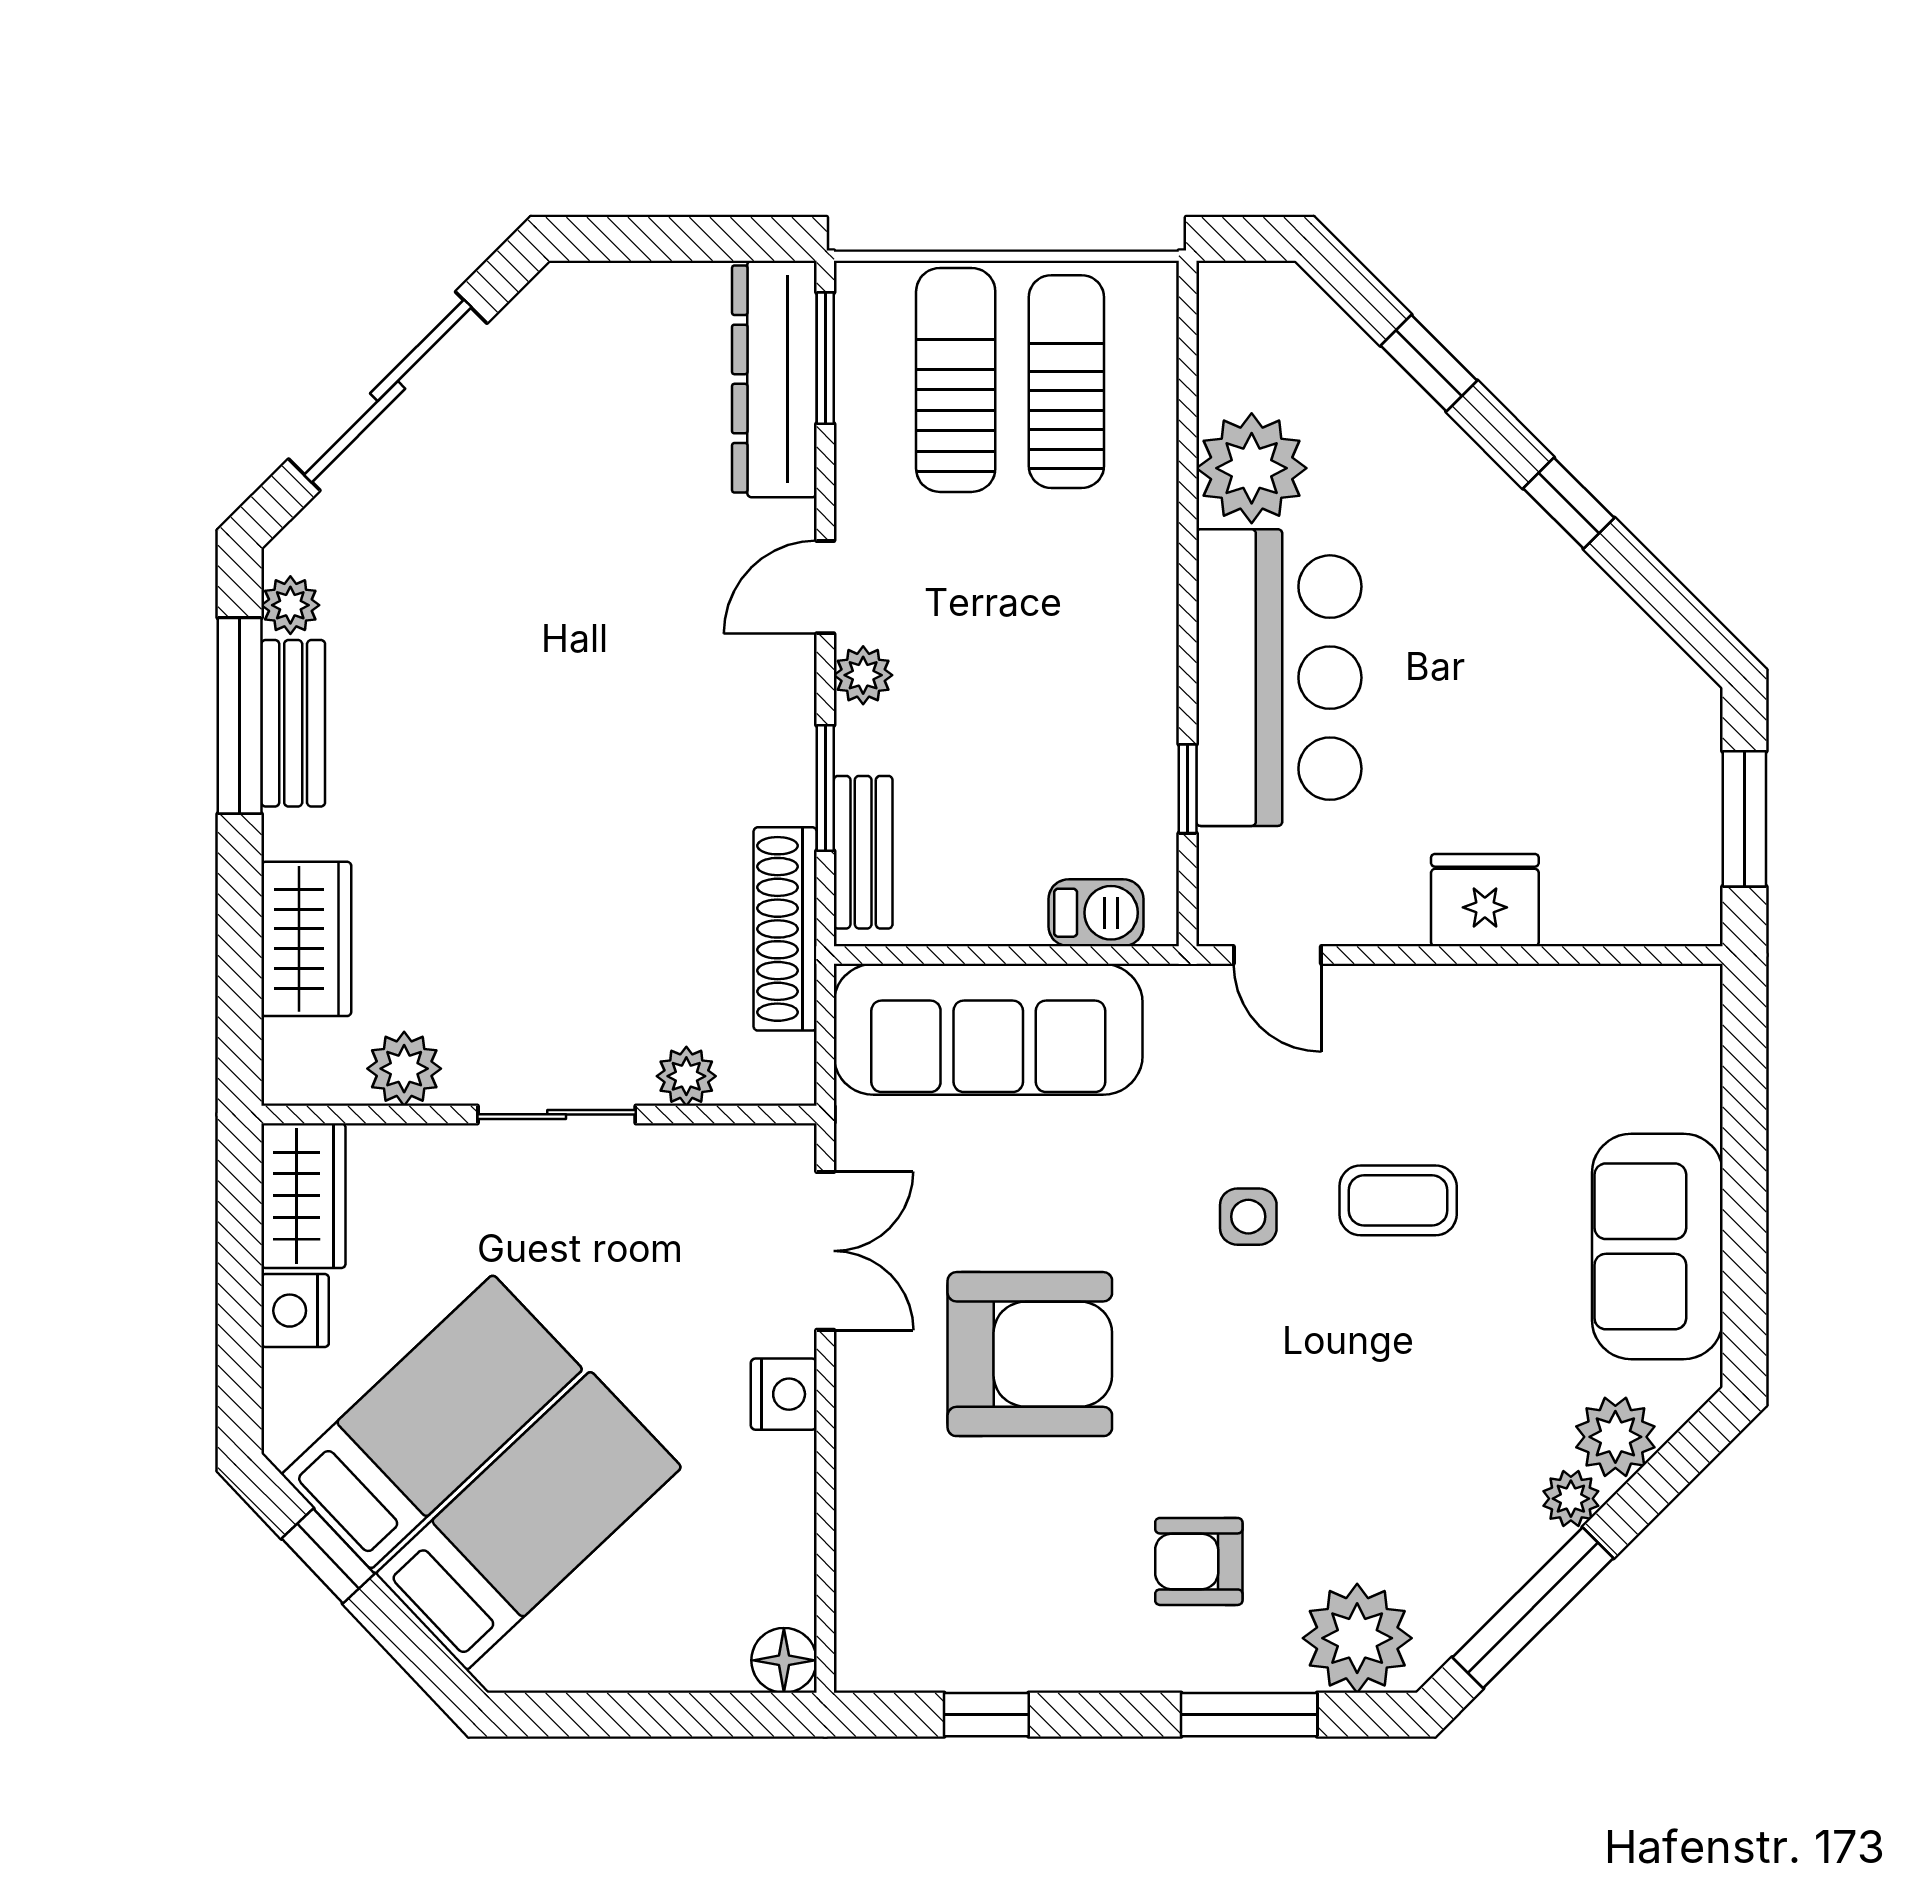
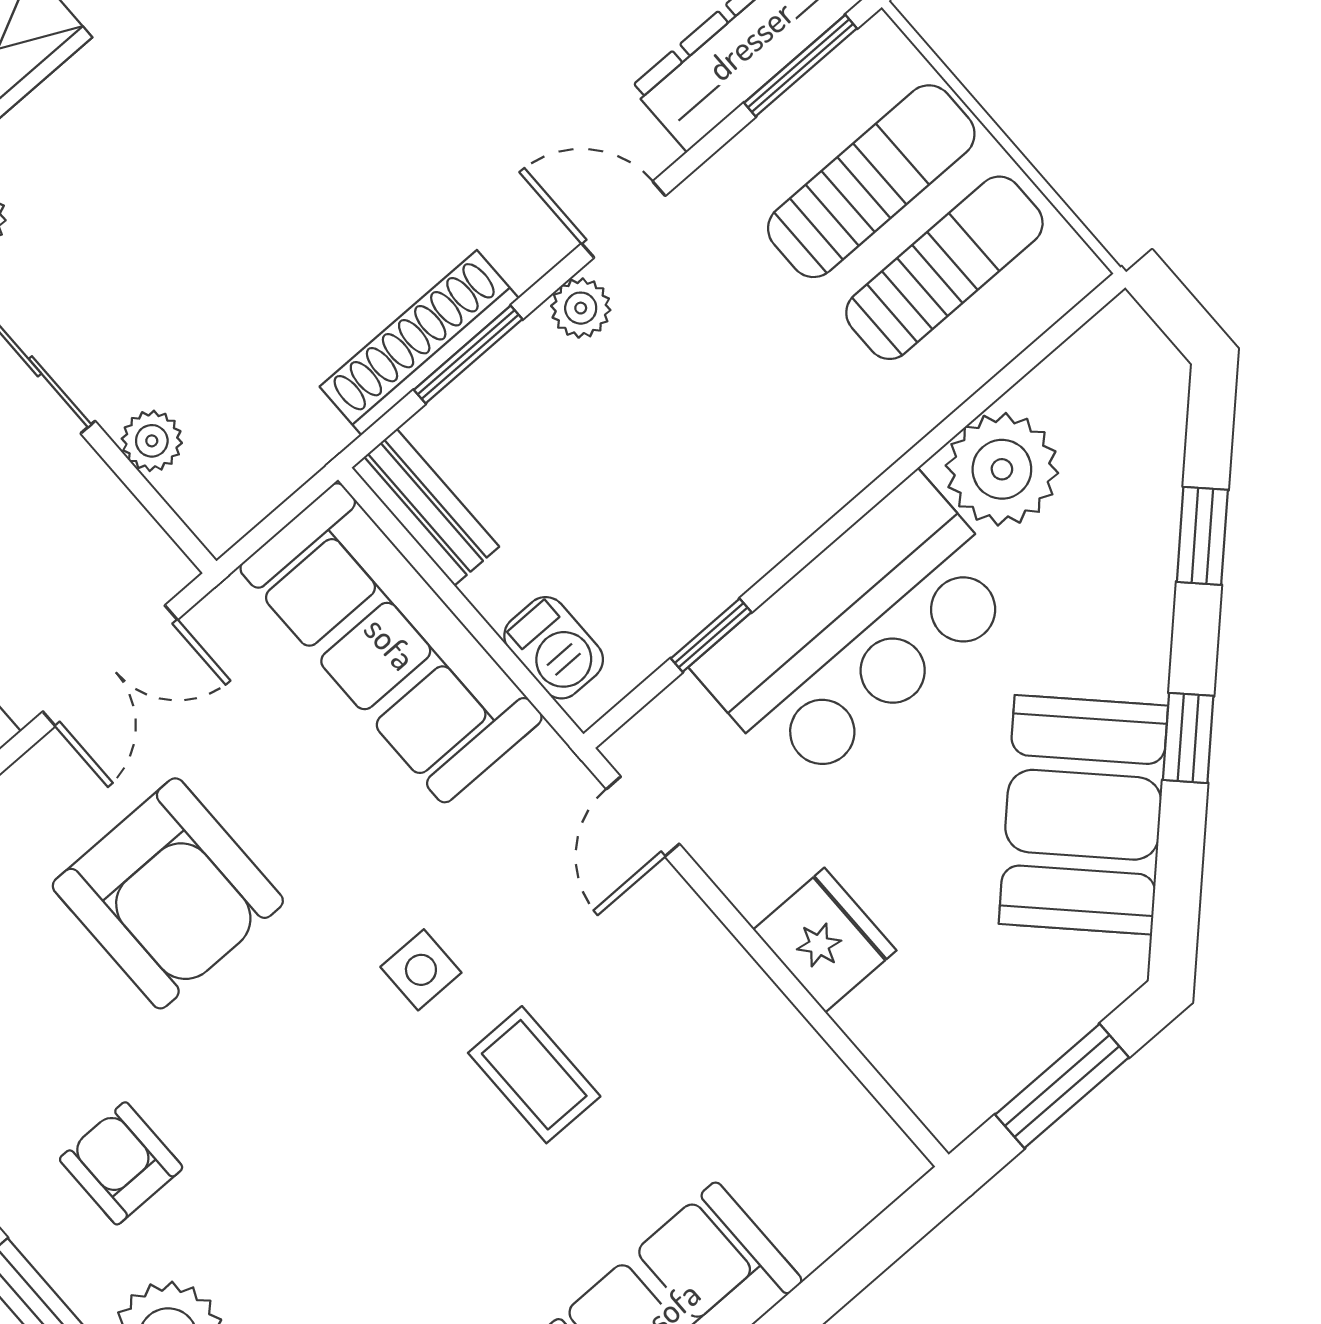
booth: (1558, 629) -> (1083, 815), added
bench: (863, 852) -> (425, 507), moved, turned 90
shoe rack: (785, 929) -> (419, 343), moved

